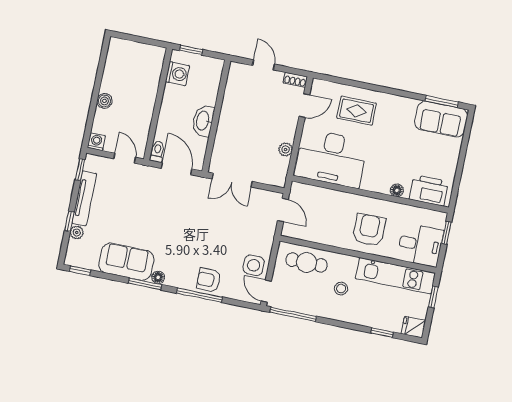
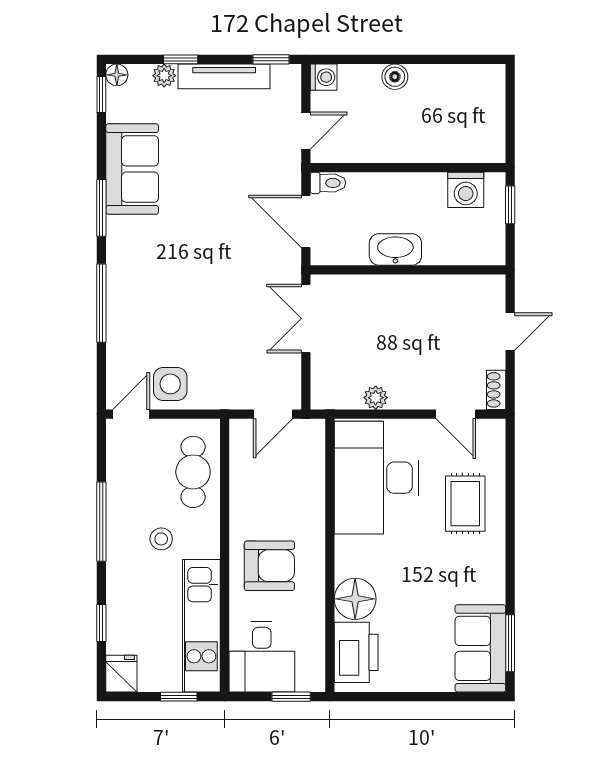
door: (177, 169) -> (306, 221), swing flipped
floor lamp: (397, 190) -> (355, 599), width x1.89, depth x1.89
floor lamp: (158, 277) -> (117, 75), moved
armchair: (209, 280) -> (130, 314), removed
window: (293, 314) -> (101, 522), moved

